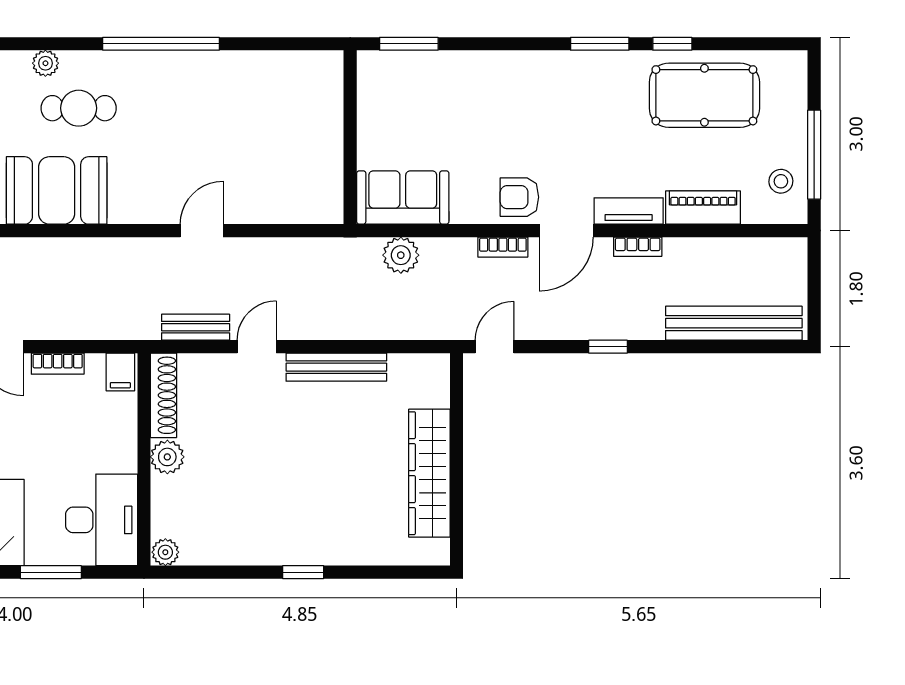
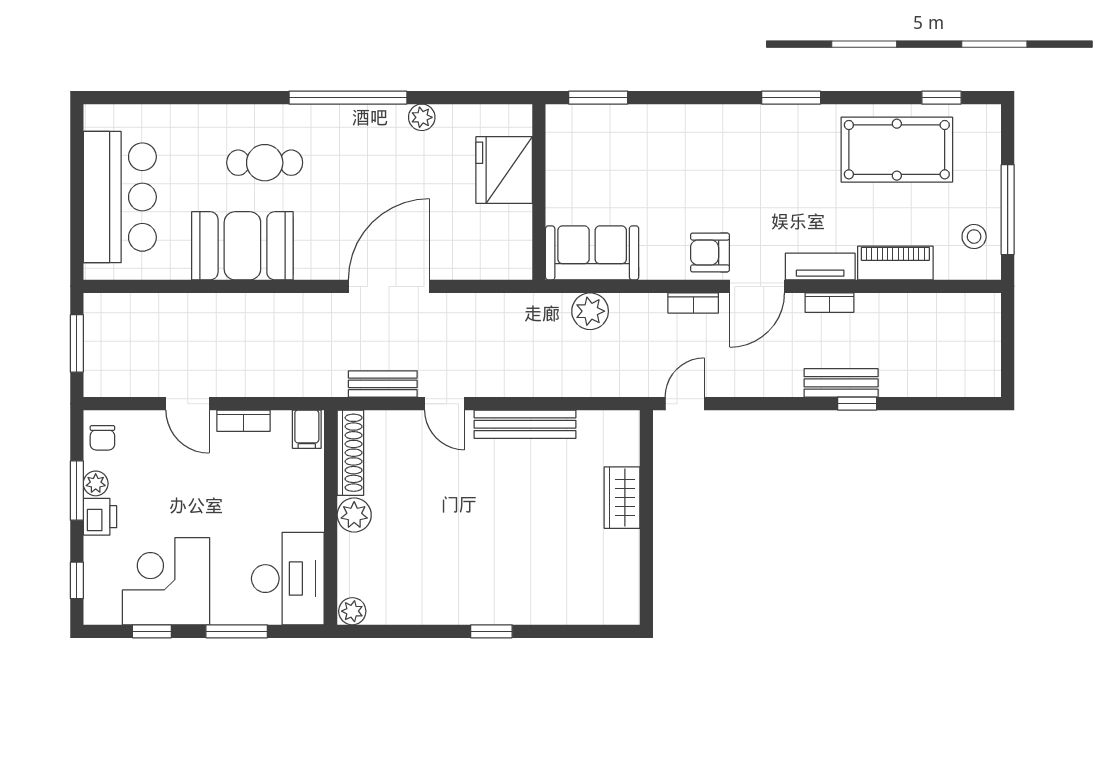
window: (672, 44) -> (941, 98), moved
plant: (45, 63) -> (422, 117), moved
fridge: (316, 115) -> (504, 170), added
door: (202, 231) -> (389, 286), width x1.88
bench: (734, 323) -> (841, 383), moved, width x0.54, depth x0.82
door: (257, 347) -> (445, 404), swing flipped
window: (608, 347) -> (857, 404), moved
wardrobe: (429, 473) -> (622, 498), width x0.48, depth x0.85

